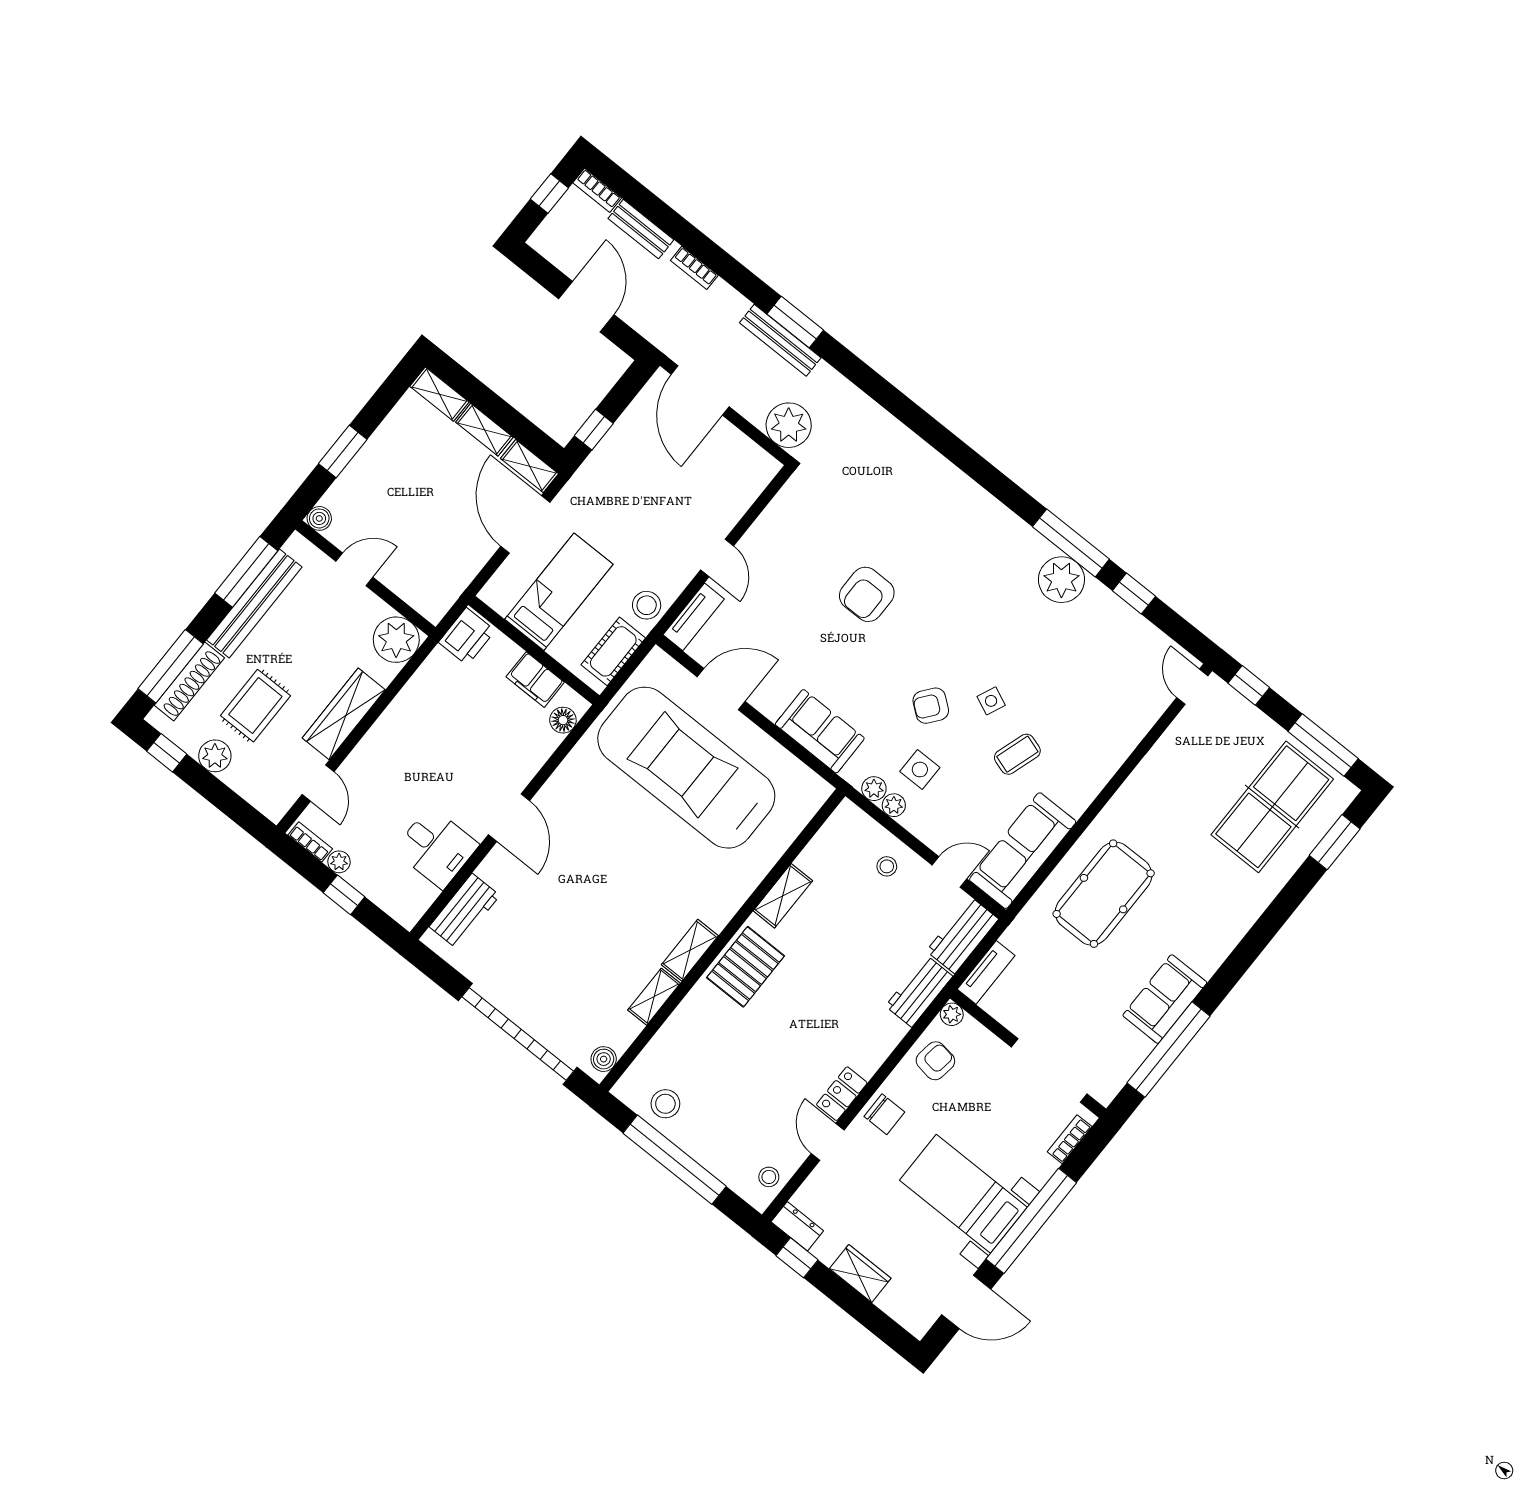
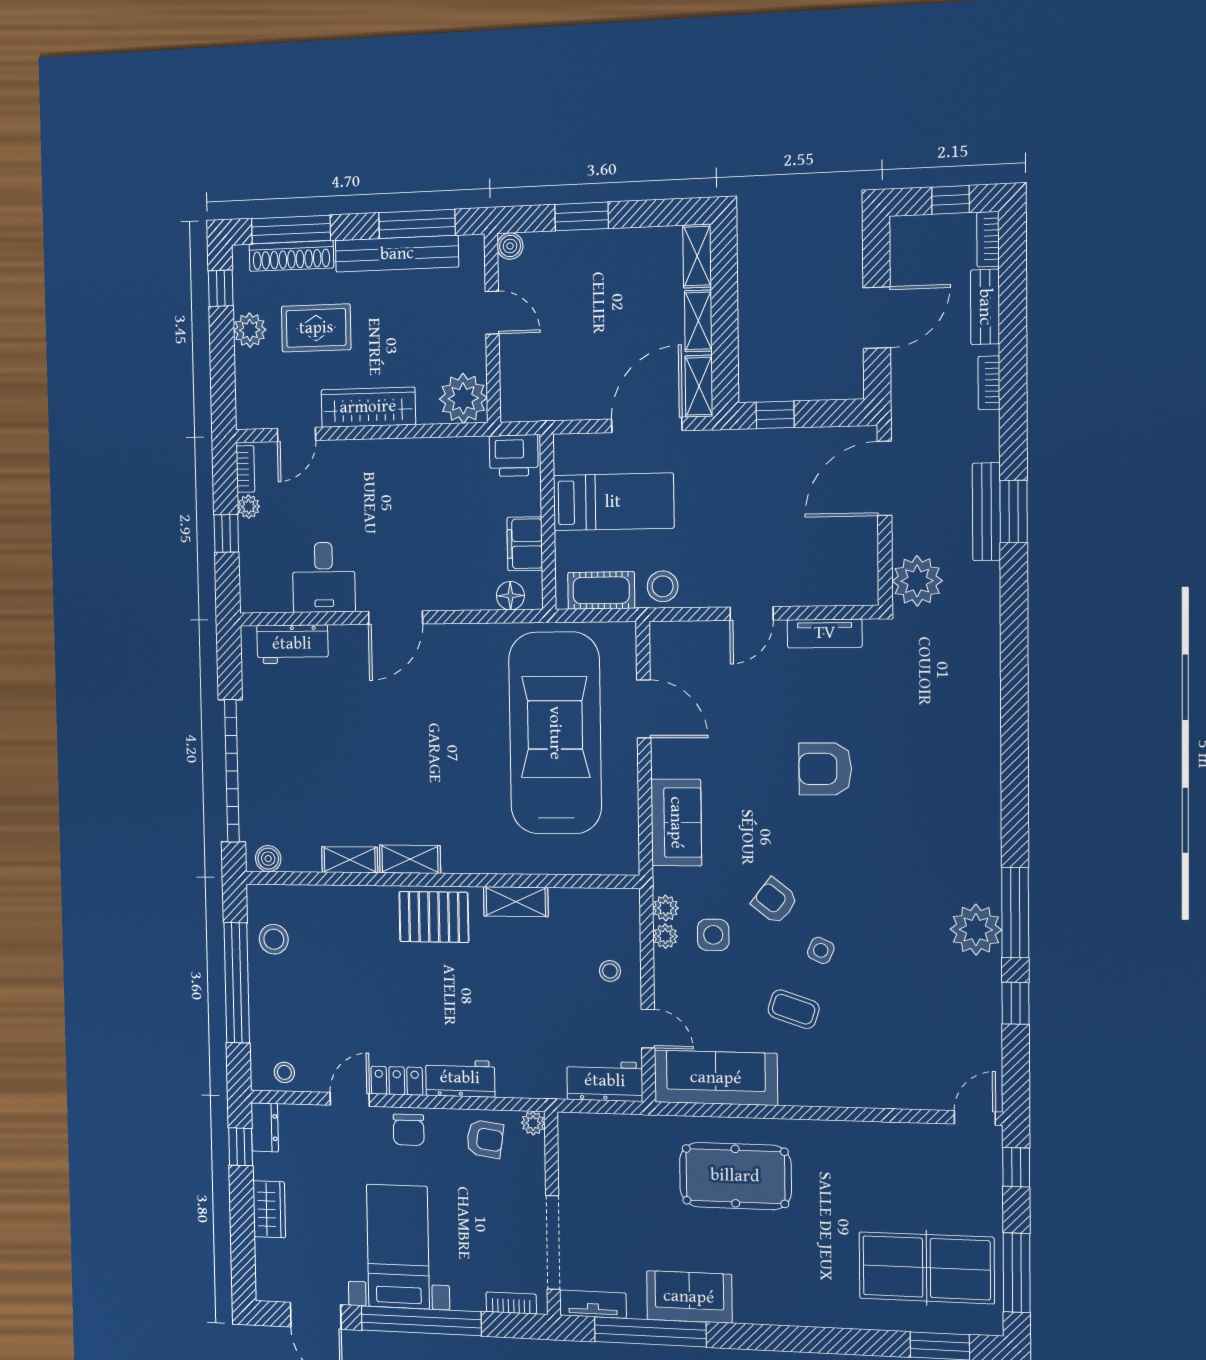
tv unit: (694, 617) -> (825, 633), moved
tv unit: (986, 972) -> (593, 1304), moved, turned 180
workbench: (919, 991) -> (460, 1078), moved

